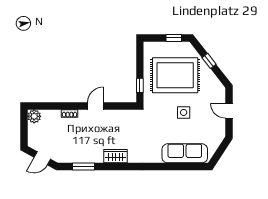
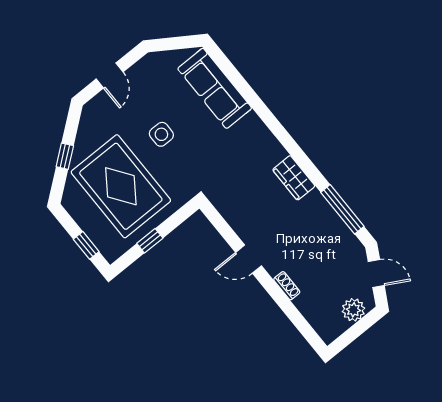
window: (174, 38) -> (86, 245), moved
window: (140, 85) -> (150, 241), moved
plant: (34, 116) -> (353, 310), moved
window: (84, 167) -> (342, 209), width x1.44

